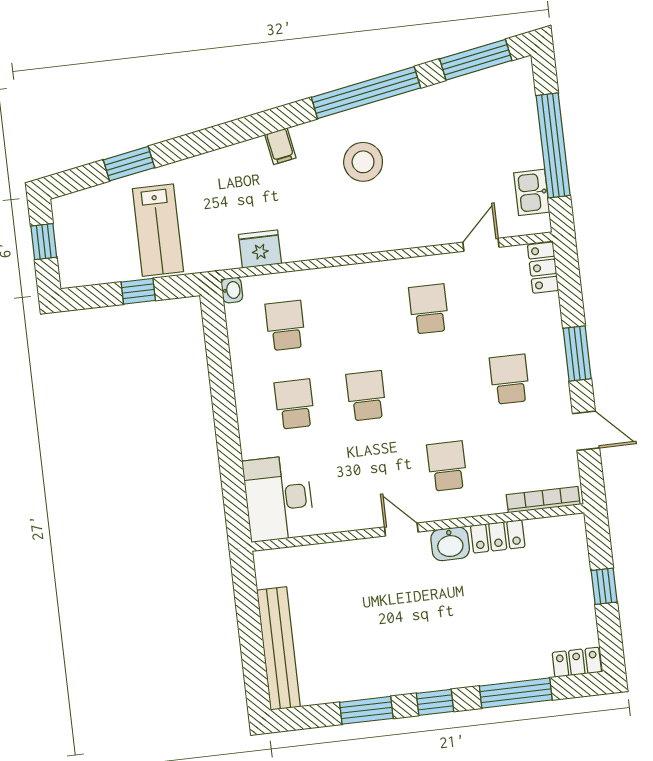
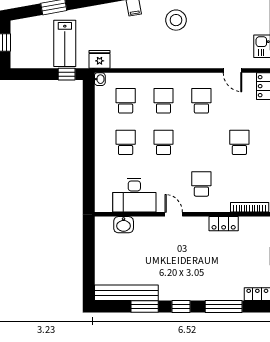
door: (481, 245) -> (232, 70), swing flipped
fridge: (260, 249) -> (100, 59), moved
window: (138, 291) -> (67, 74), moved
school desk: (357, 317) -> (163, 101), added
desk: (278, 498) -> (134, 195), moved, turned -90
washbasin: (450, 544) -> (124, 225), moved
bench: (279, 648) -> (126, 293), moved, turned 90

